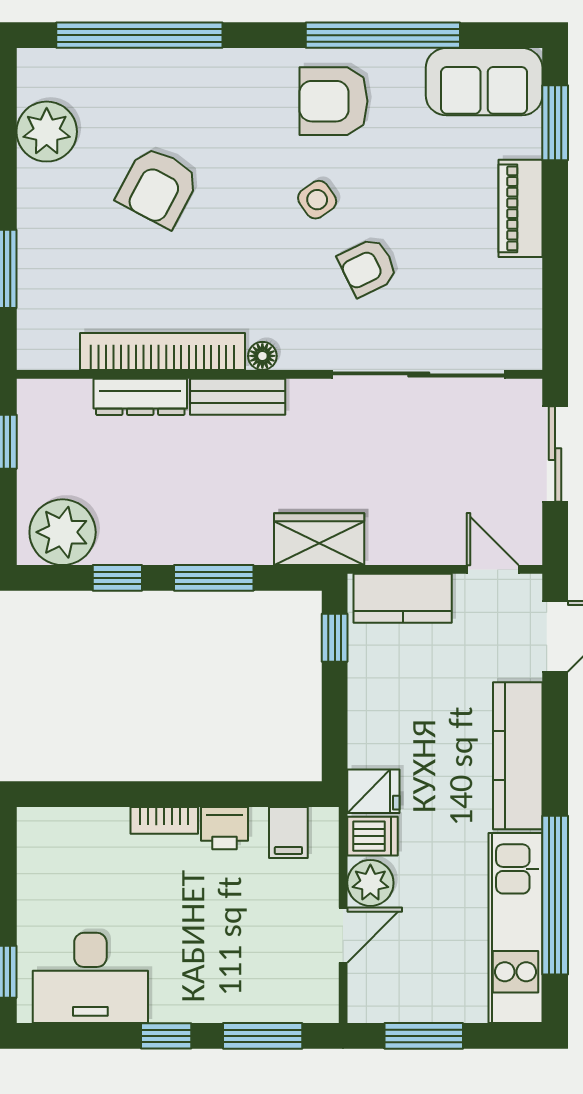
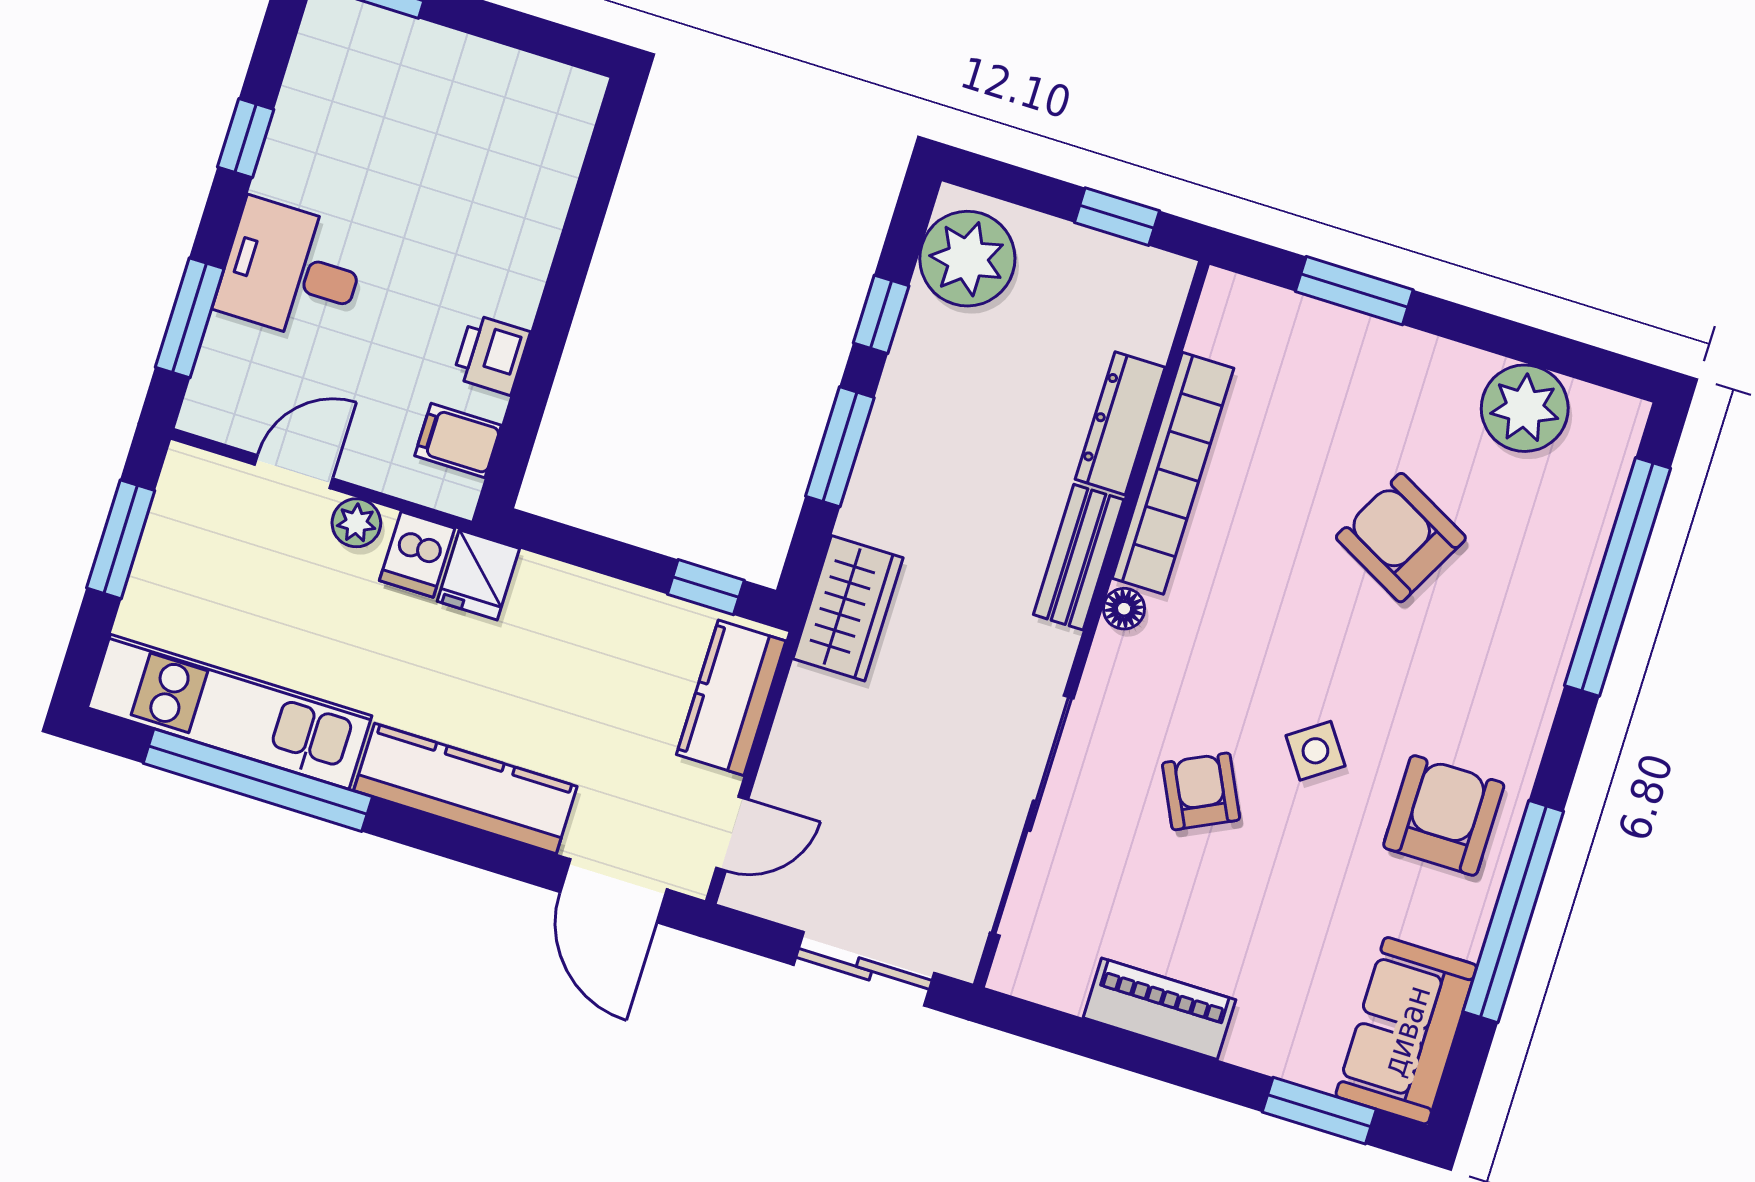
piano: (521, 208) -> (1159, 1009), moved
bookcase: (164, 820) -> (528, 275), removed
plant: (370, 883) -> (356, 523), width x0.73, depth x0.73
door: (343, 935) -> (294, 472), swing flipped
desk: (90, 978) -> (292, 271), moved, width x0.73
window: (166, 1036) -> (246, 138), moved

